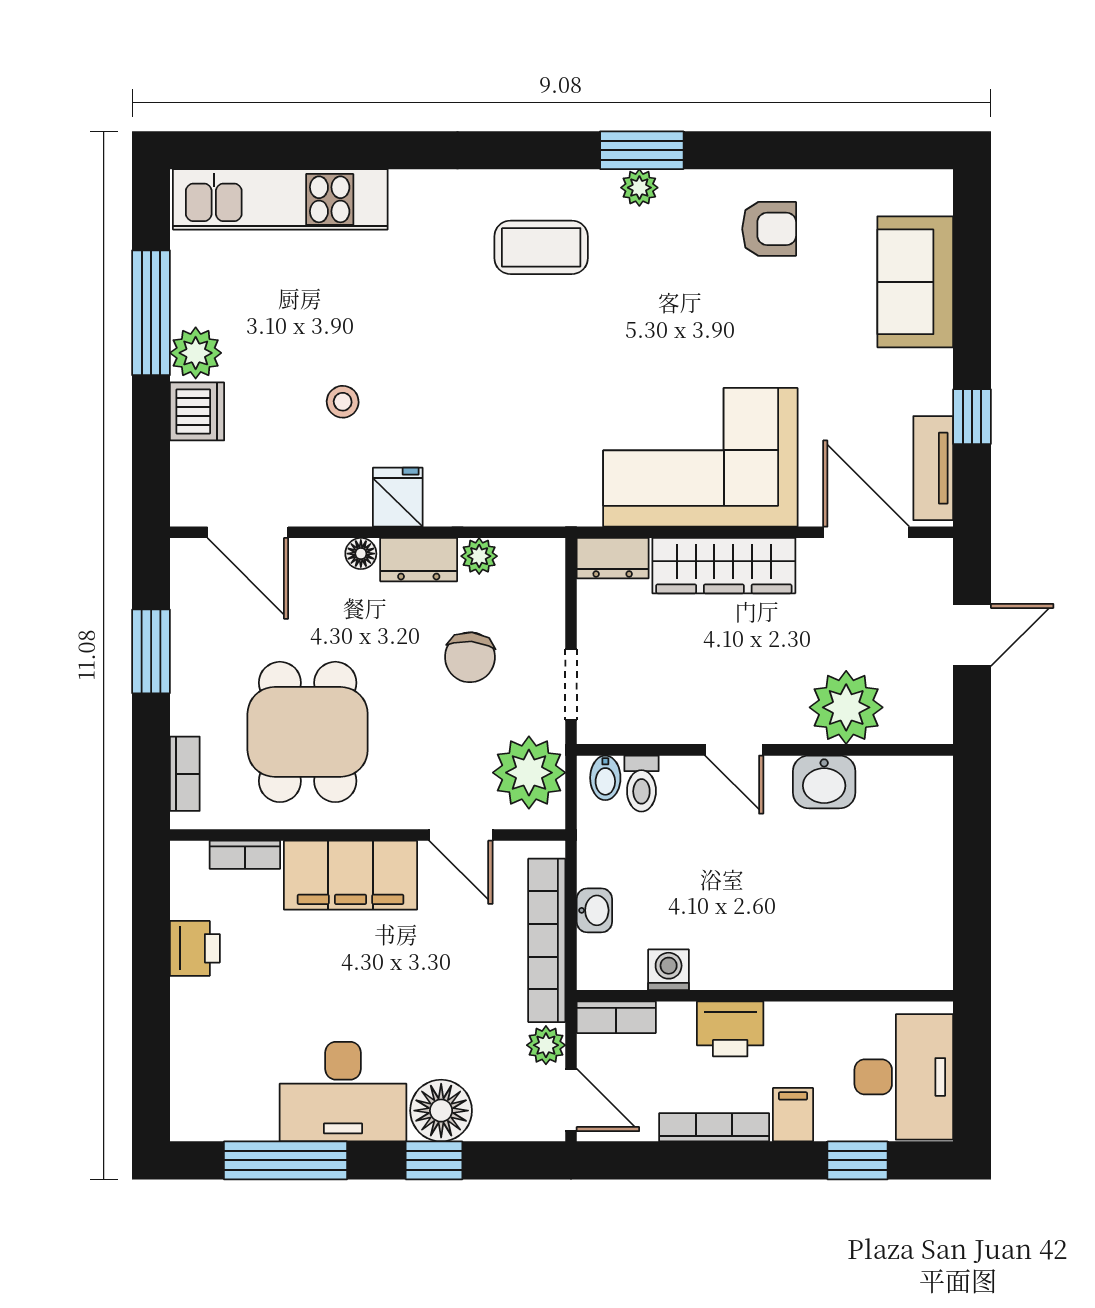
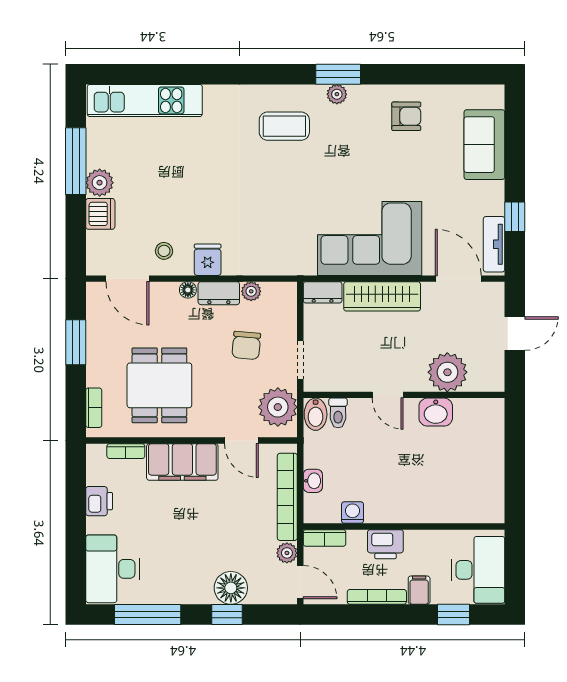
stool: (343, 402) -> (164, 251), moved
bidet: (605, 778) -> (316, 414), width x1.38, depth x1.36
desk: (343, 1092) -> (112, 569), moved, turned 90

